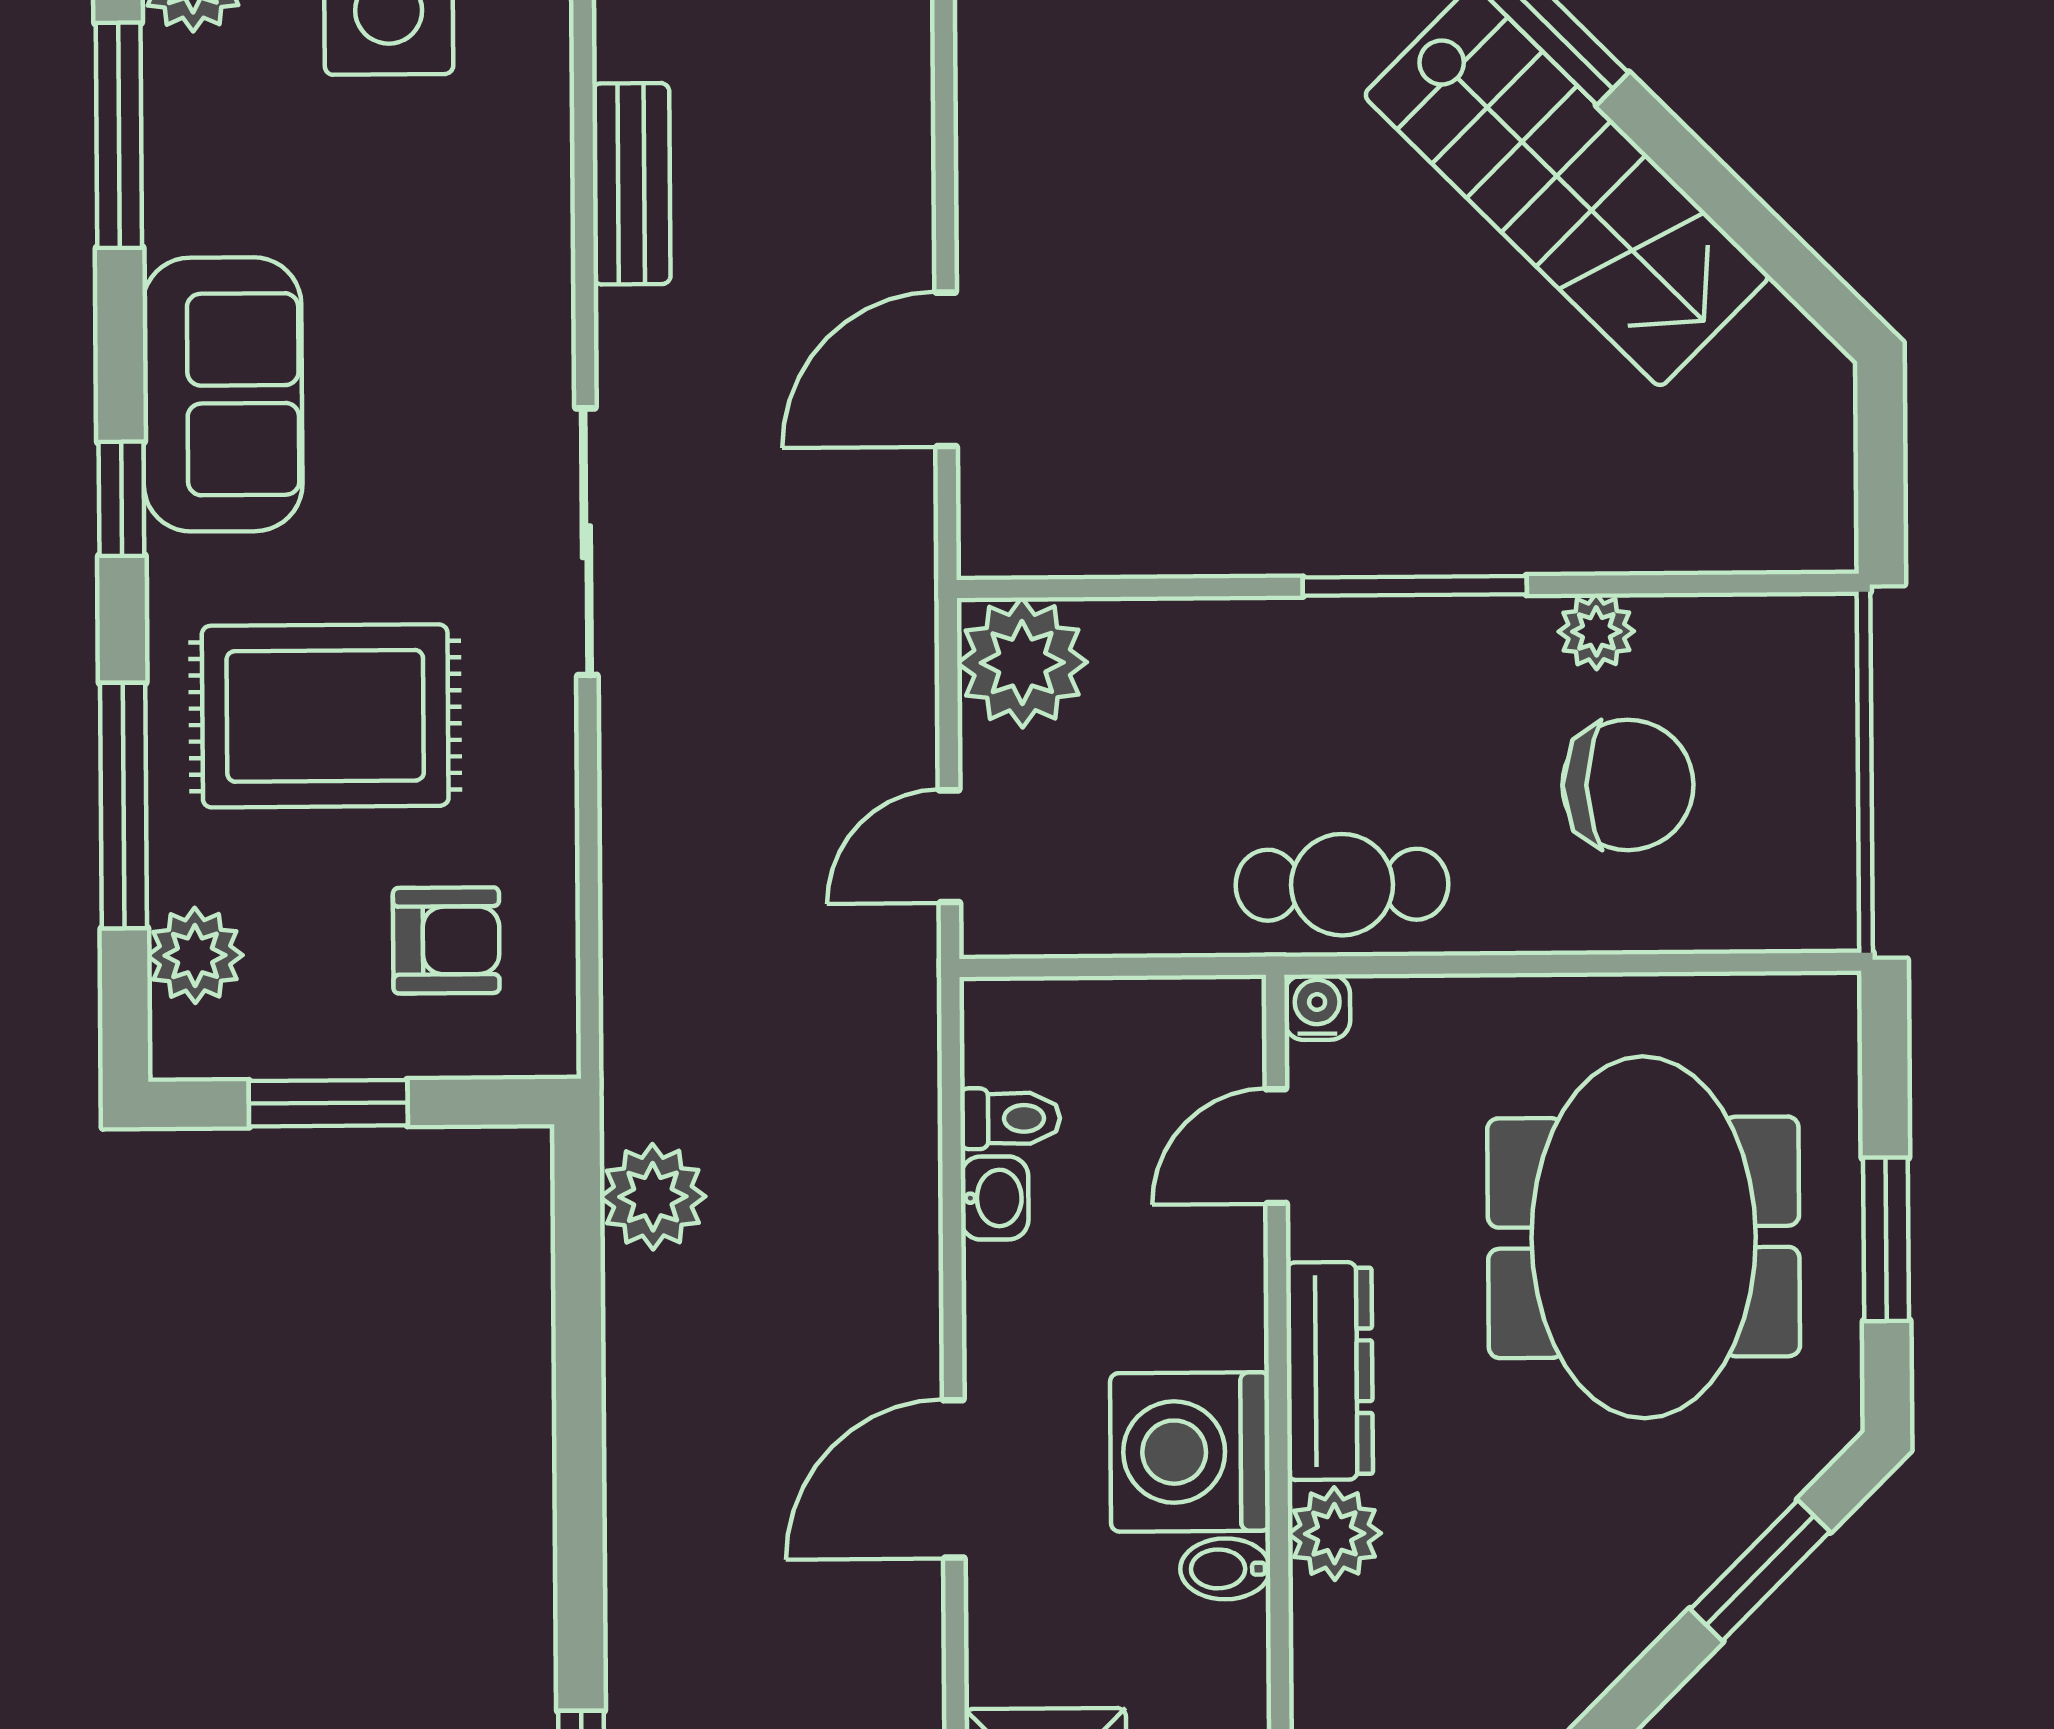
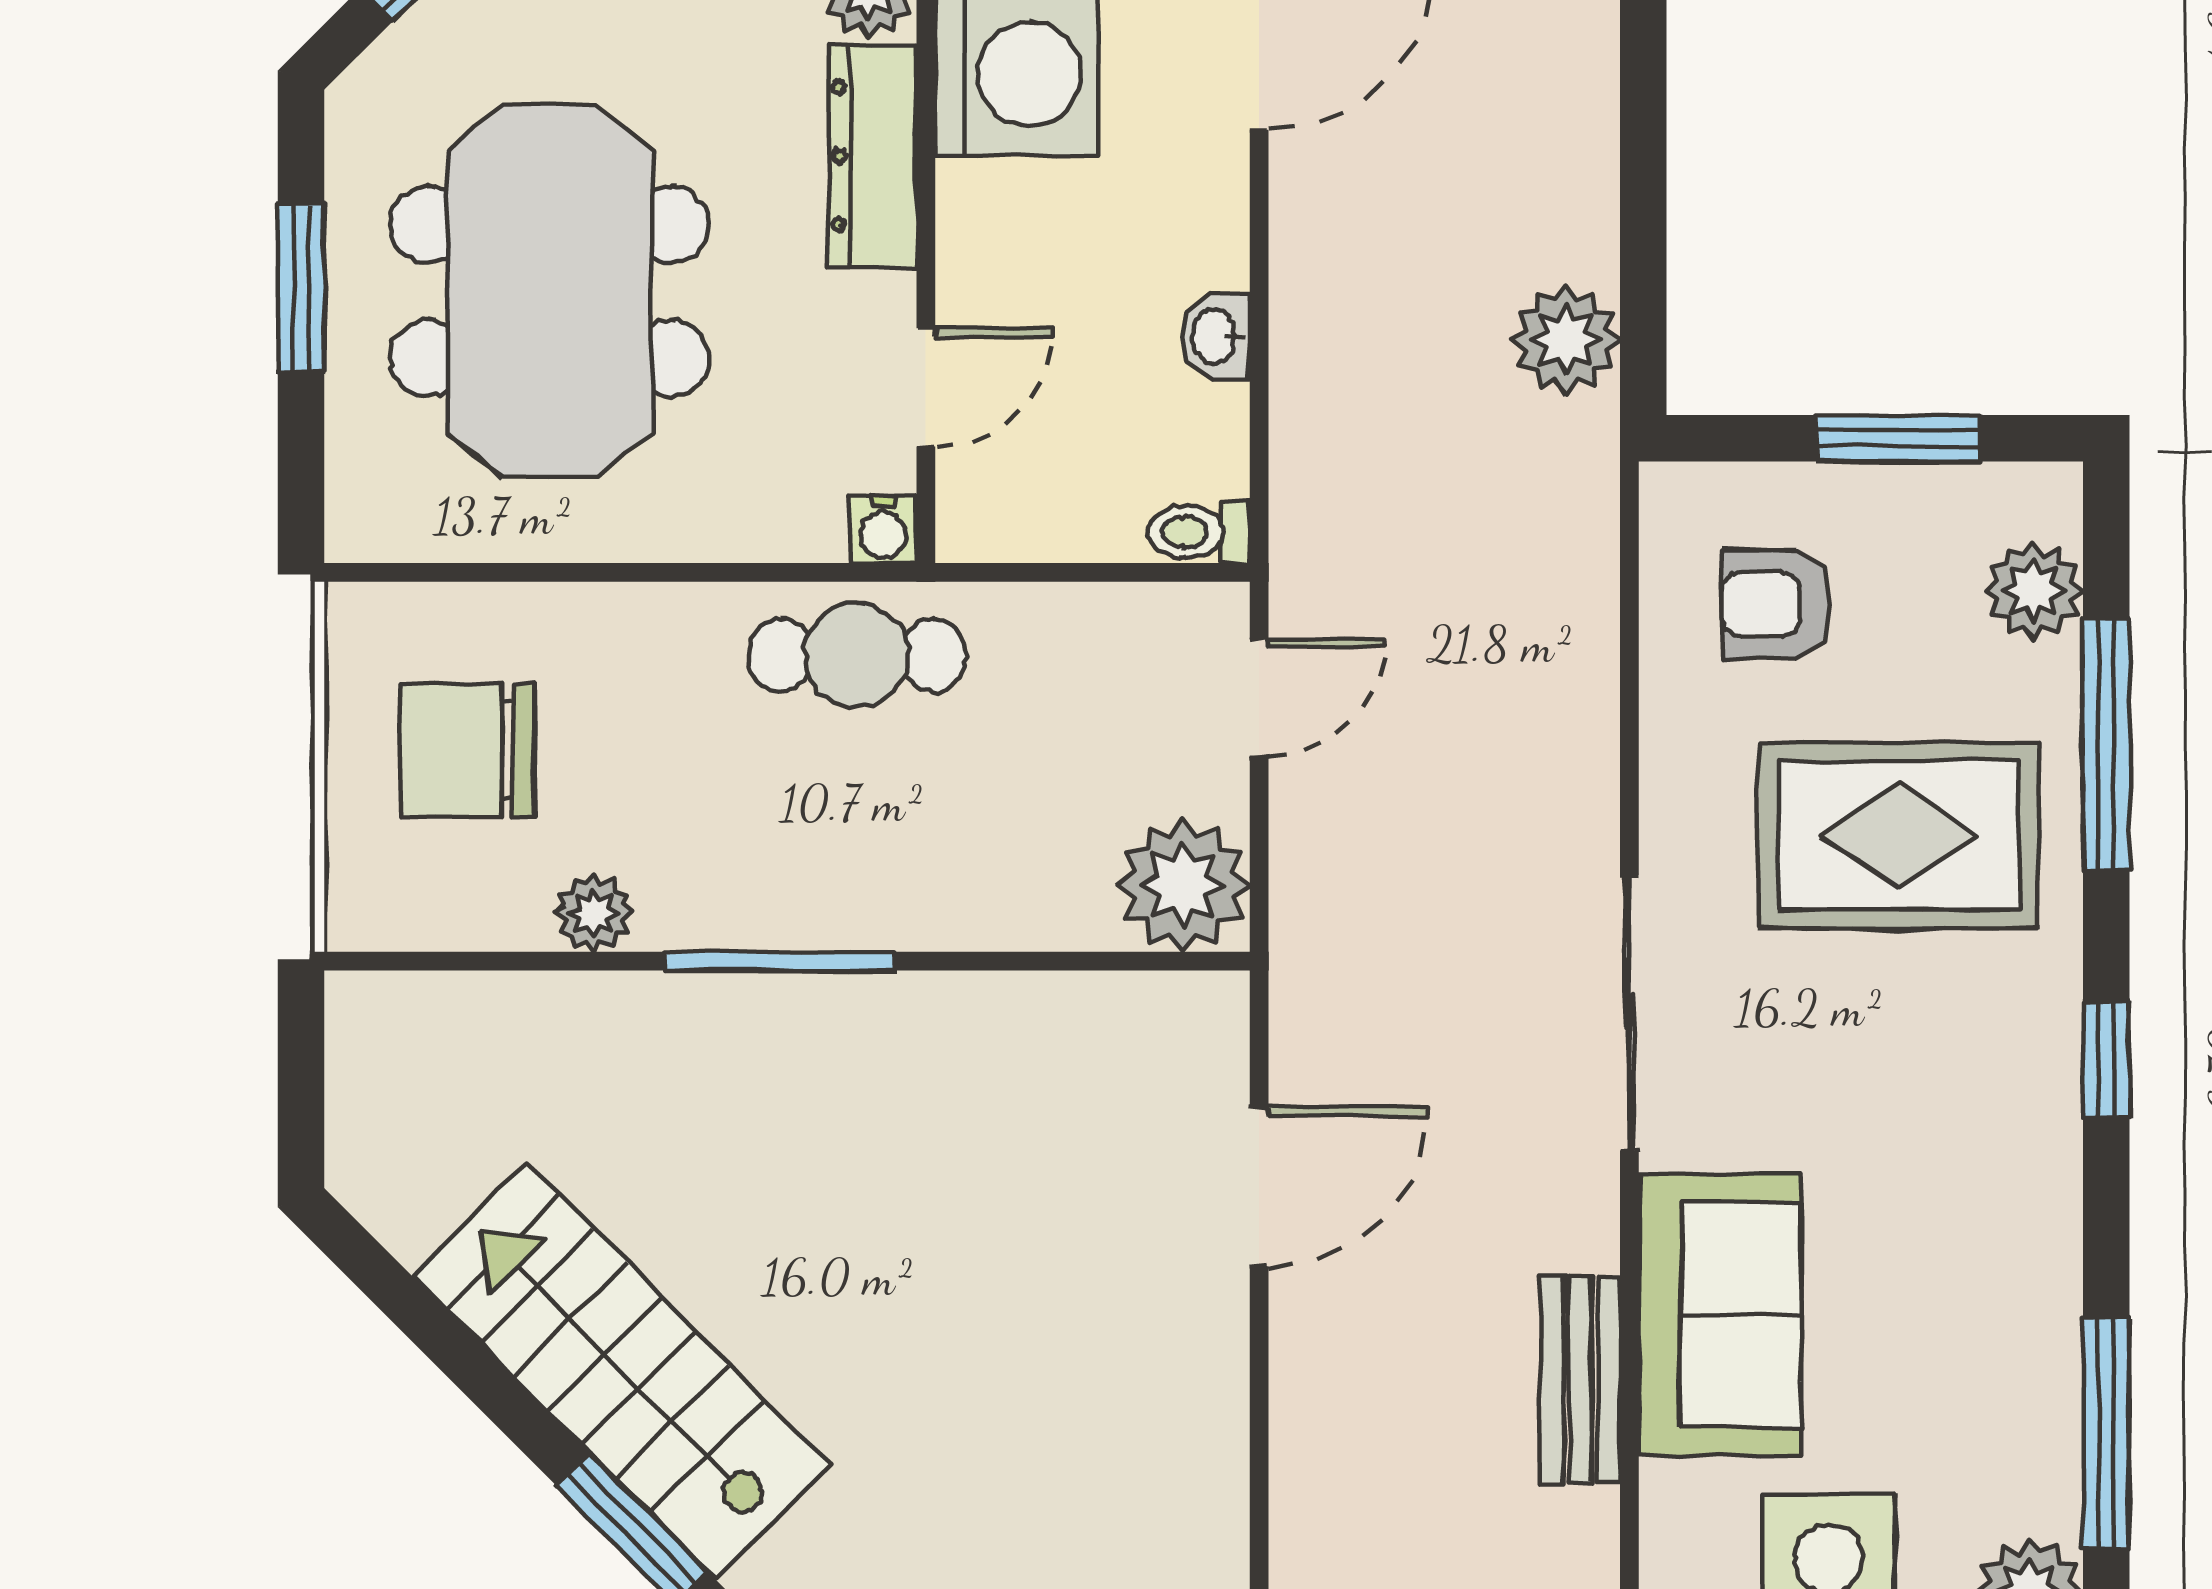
sofa: (223, 394) -> (1720, 1315), moved, turned 180
chair: (1628, 785) -> (467, 750), moved
toilet: (1010, 1118) -> (1199, 532), moved

